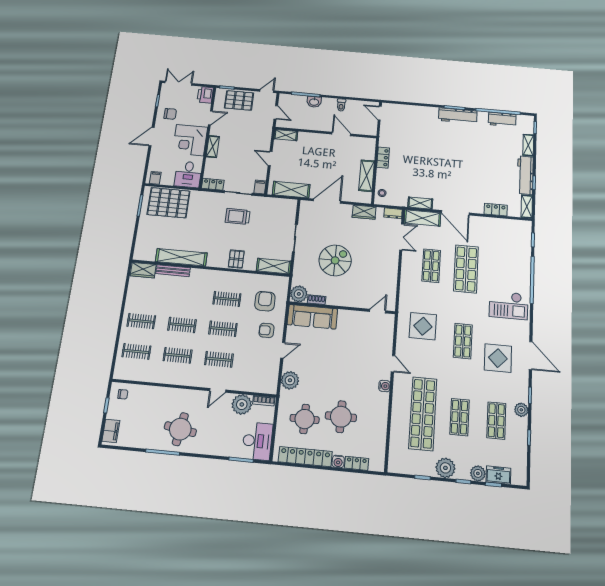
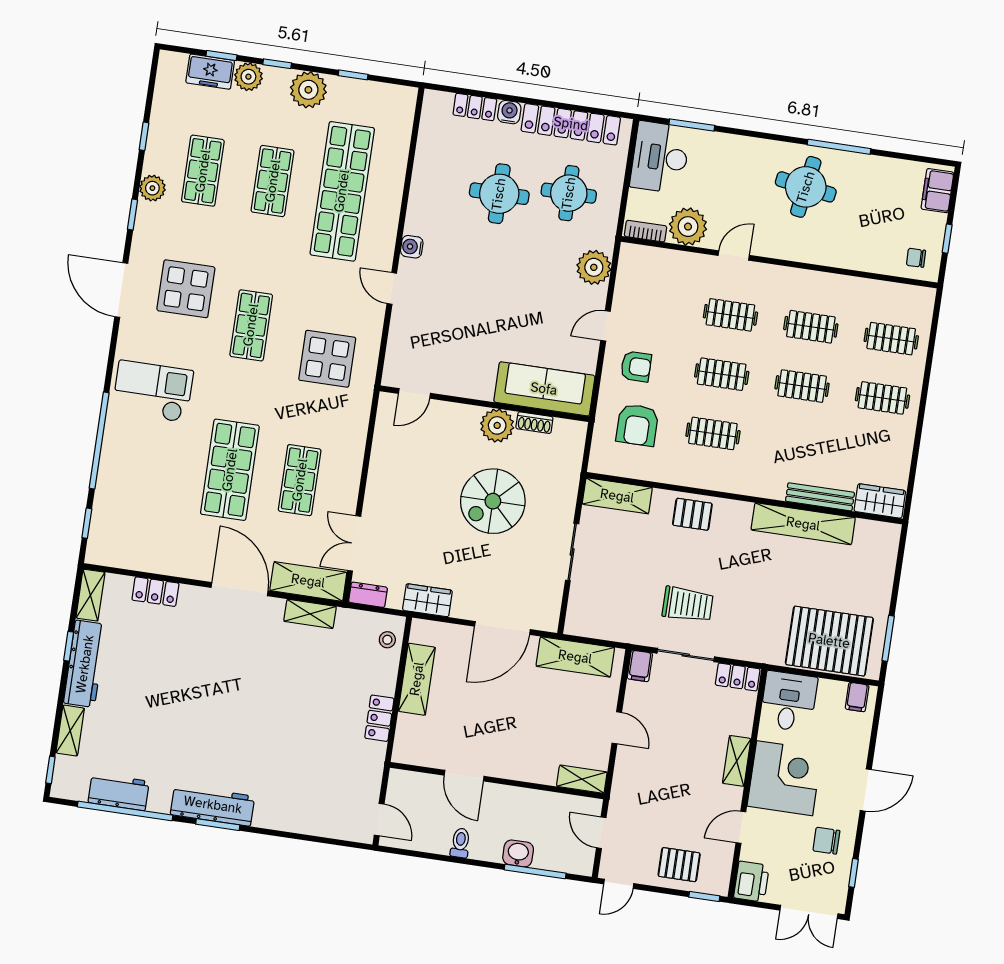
pallet: (239, 100) -> (679, 865), width x0.67, depth x0.71
pallet: (236, 259) -> (692, 514), turned 90
plant: (299, 294) -> (497, 425), moved

